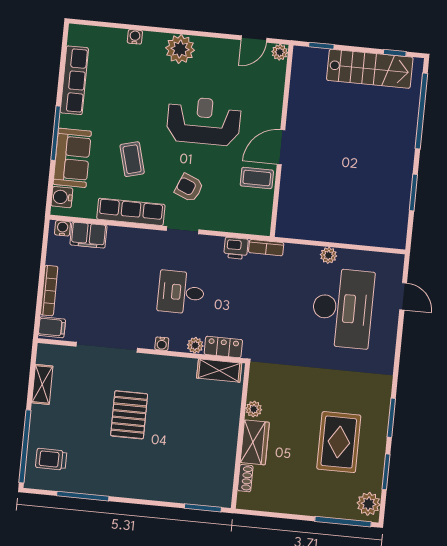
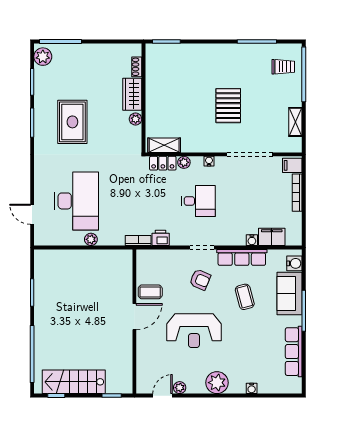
plant: (280, 52) -> (180, 388), moved
water cooler: (63, 228) -> (252, 240), moved
desk: (343, 308) -> (76, 201), turned 180
rug: (339, 442) -> (72, 122), moved

